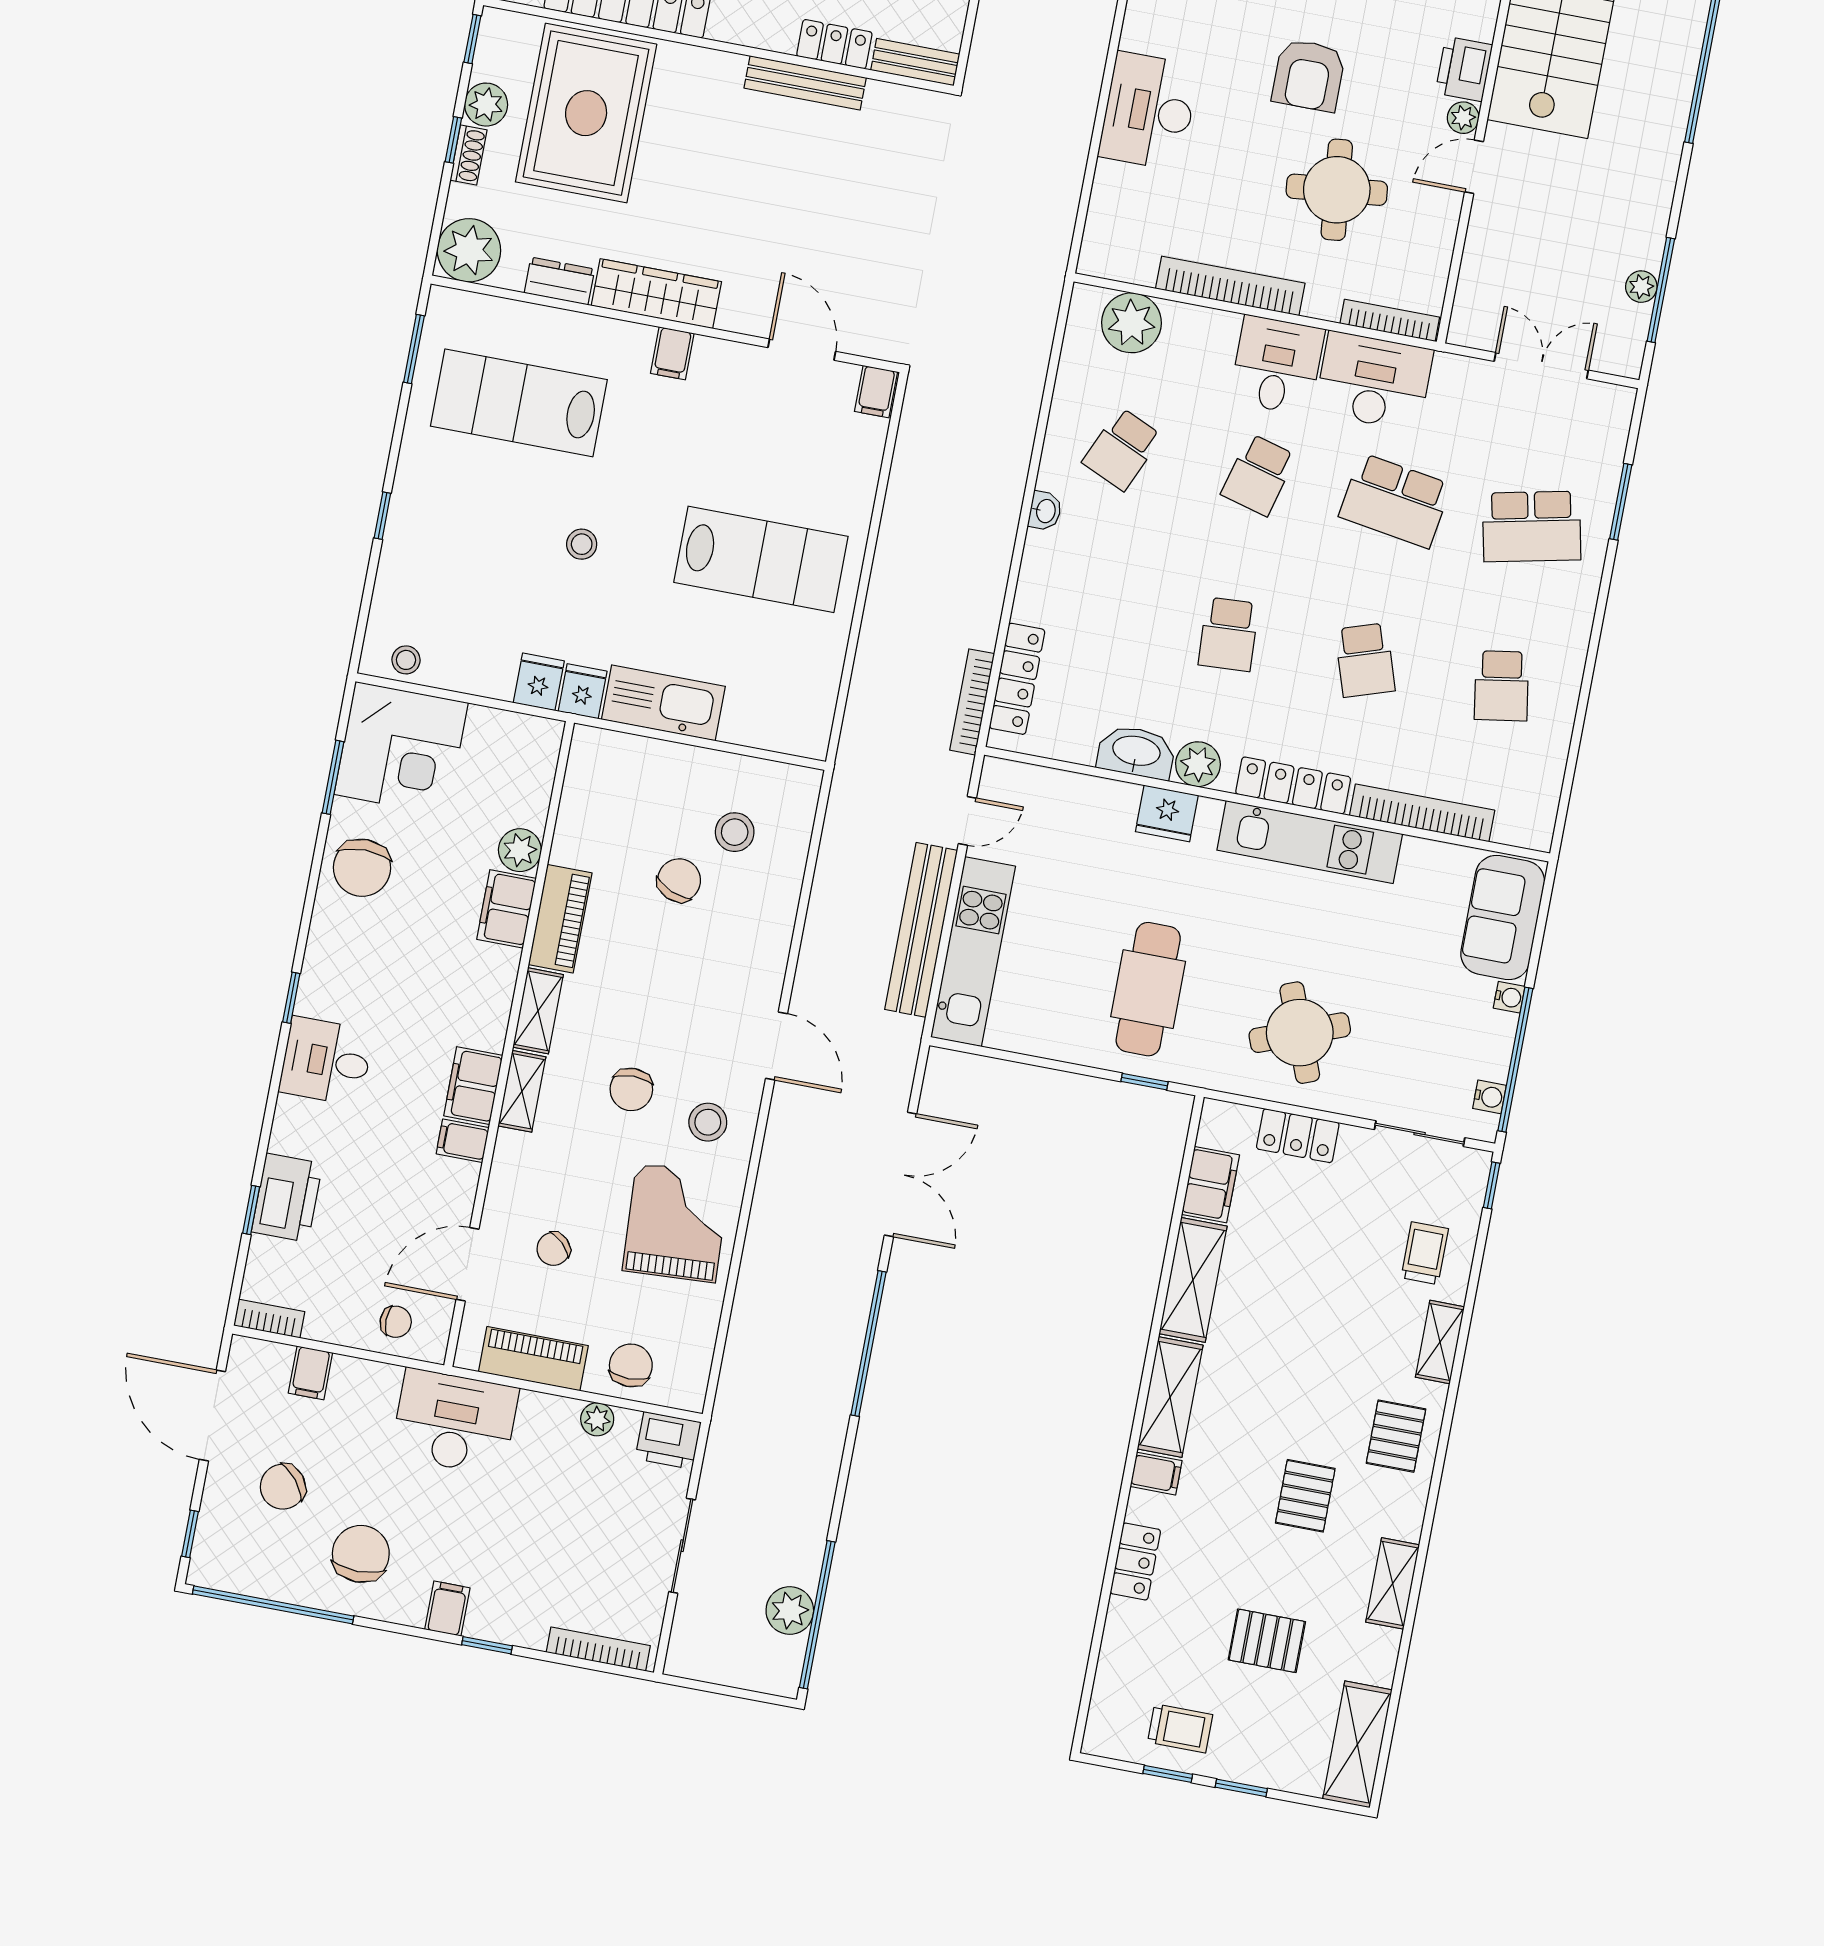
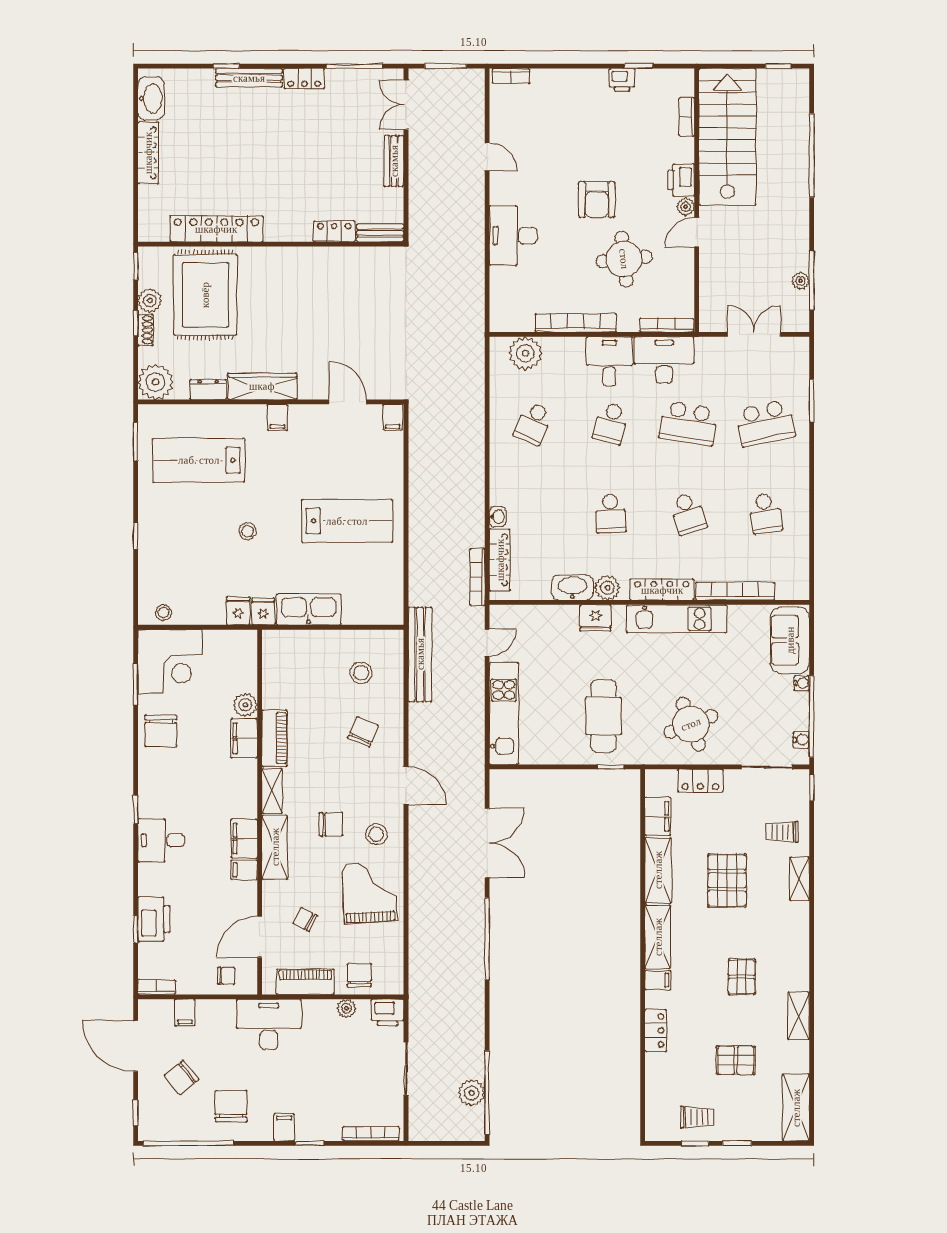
bench: (805, 83) -> (322, 256), removed
washbasin: (1045, 511) -> (498, 517), moved
chair: (679, 880) -> (363, 732), moved
bench: (921, 930) -> (420, 654), moved
chair: (631, 1089) -> (331, 824), turned -90
shelving: (522, 1091) -> (275, 847), width x1.50, depth x1.33
chair: (553, 1249) -> (305, 920), turned 73
trolley: (1425, 1253) -> (782, 832), turned -90
pallet: (1396, 1436) -> (727, 880), moved, width x1.50, depth x1.42

